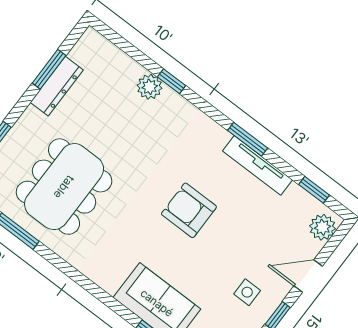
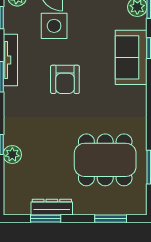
side table: (247, 292) -> (54, 26), moved, width x1.87, depth x1.87

